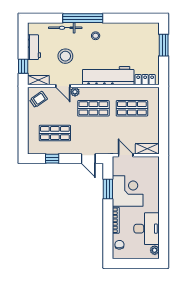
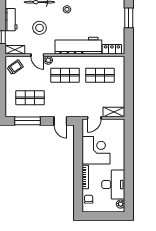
door: (126, 155) -> (94, 118), swing flipped
window: (52, 159) -> (27, 121), width x2.17
window: (108, 189) -> (78, 149), removed

